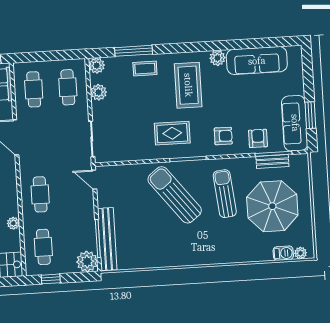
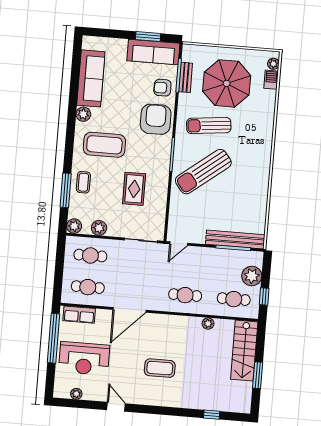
rug: (172, 133) -> (134, 189), moved
armchair: (223, 136) -> (156, 119), width x1.88, depth x1.88
plant: (87, 262) -> (252, 276), moved

